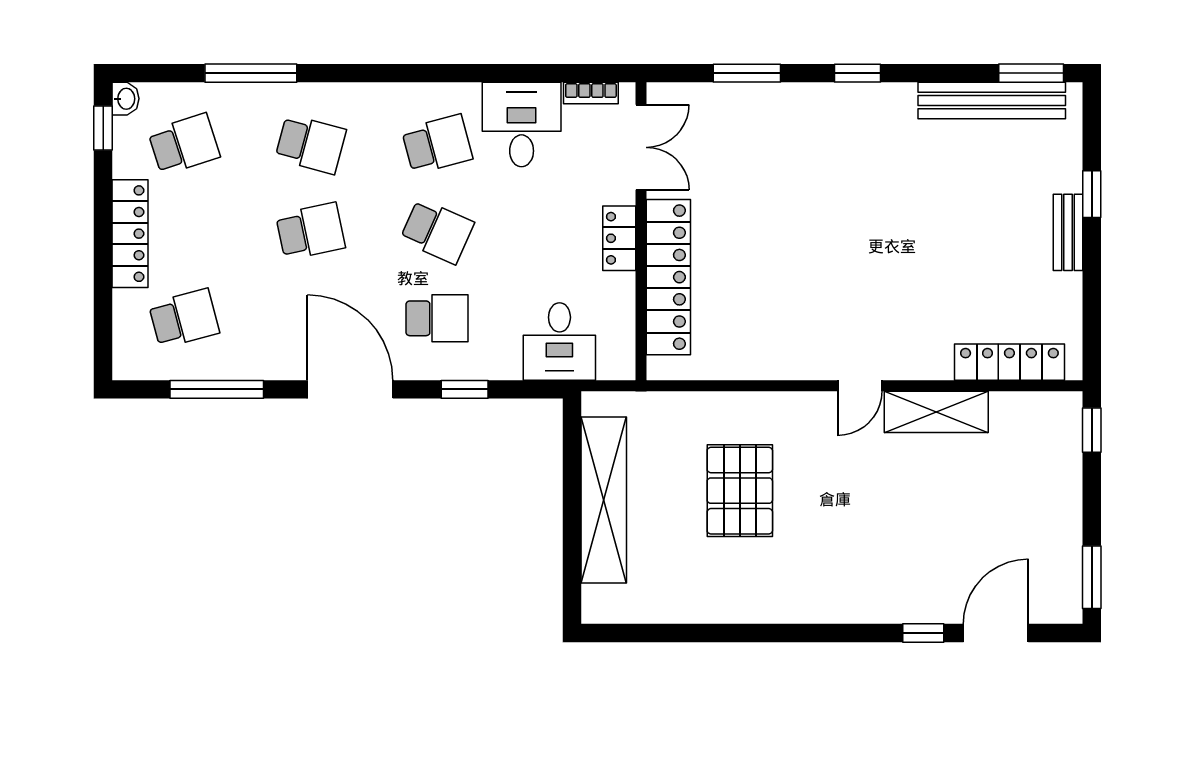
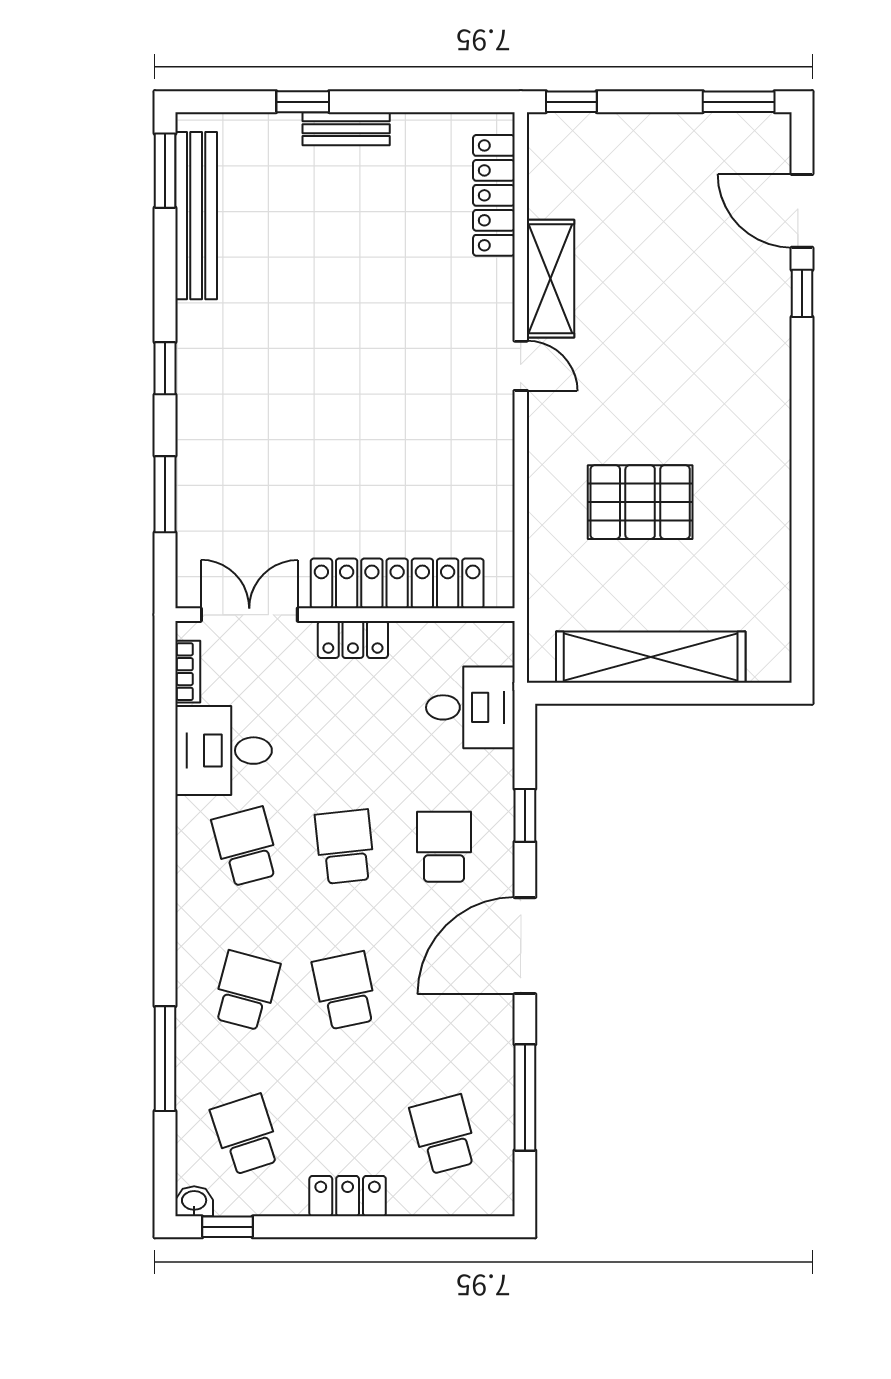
school desk: (437, 231) -> (345, 847), turned -30
locker: (130, 234) -> (348, 1196), width x0.66

